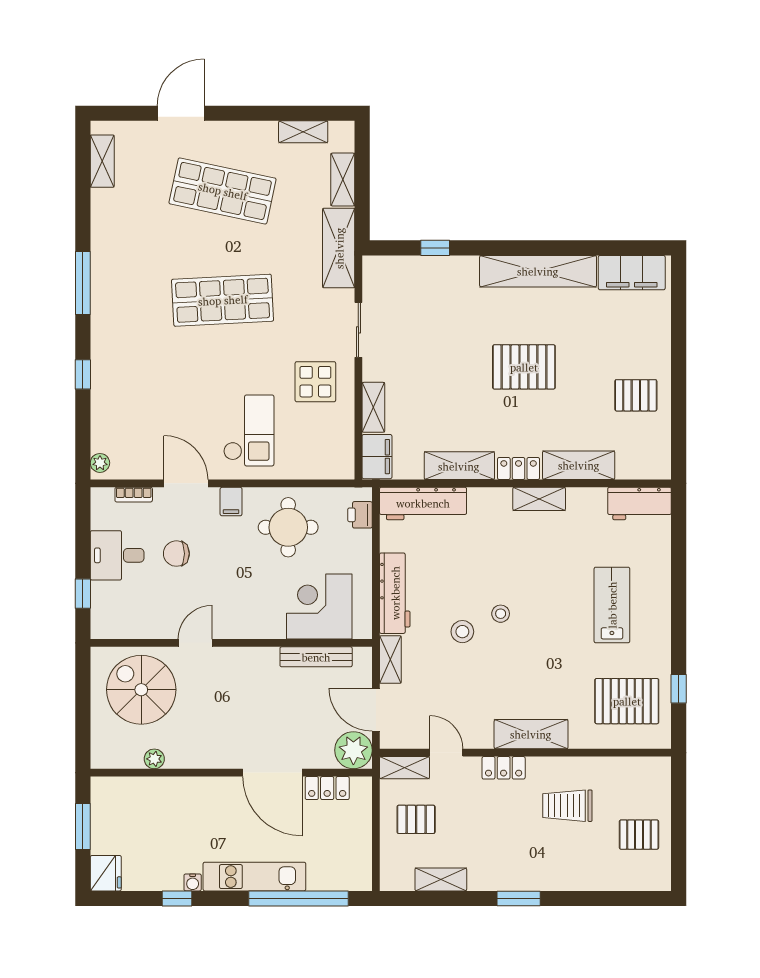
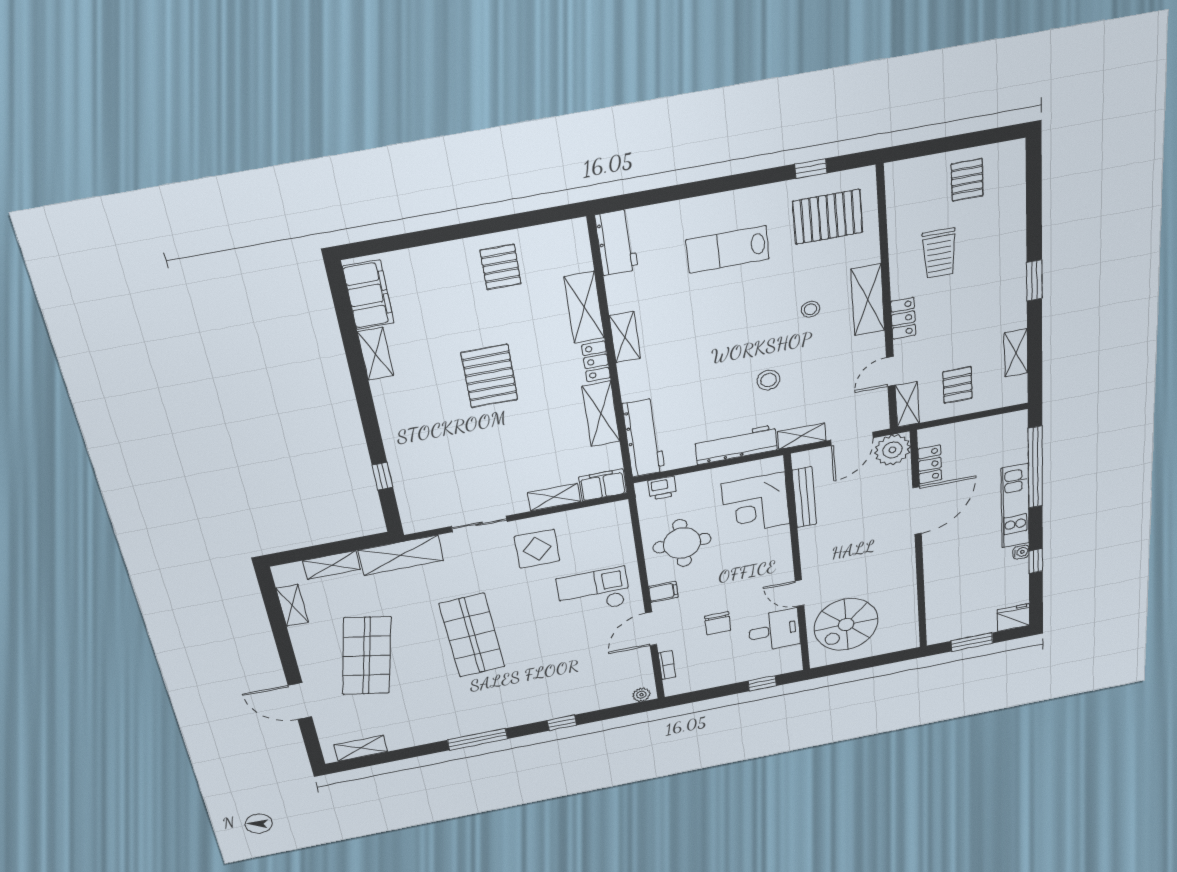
shelving: (538, 271) -> (376, 354), width x0.45, depth x0.75
desk: (117, 555) -> (774, 630), moved, turned -90
stool: (501, 614) -> (811, 309), moved
pallet: (627, 701) -> (828, 217), turned 90
plant: (154, 759) -> (909, 603), removed

